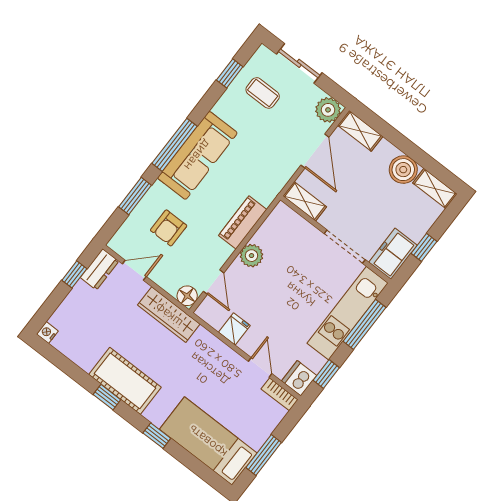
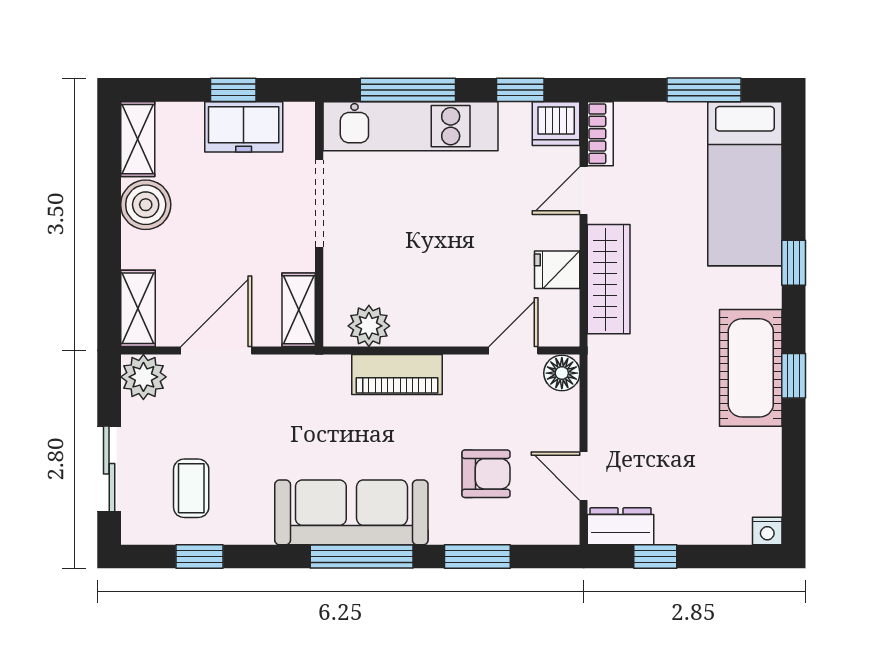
freezer: (393, 254) -> (244, 127), moved
plant: (251, 256) -> (369, 326), moved
wardrobe: (169, 315) -> (609, 279), moved

